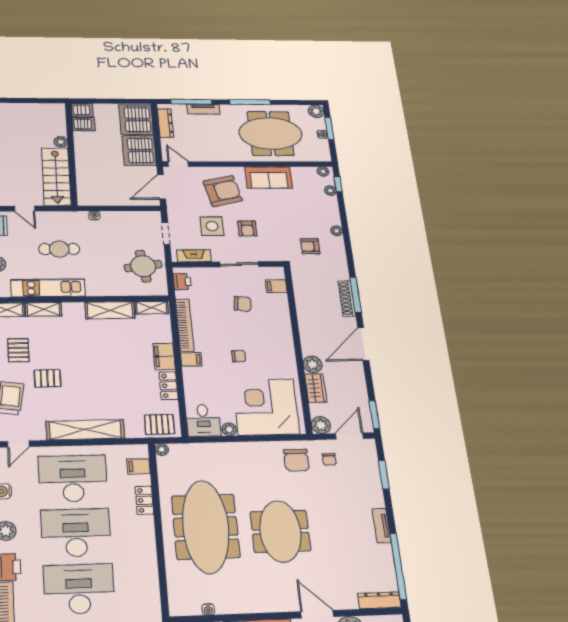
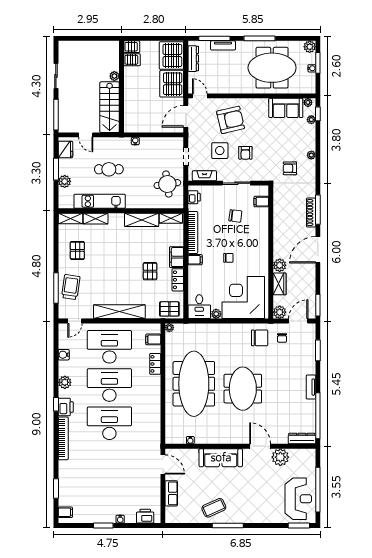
sofa: (269, 178) -> (286, 108), moved
pallet: (47, 378) -> (150, 271), moved, turned 90
chair: (296, 460) -> (260, 338), turned -90

